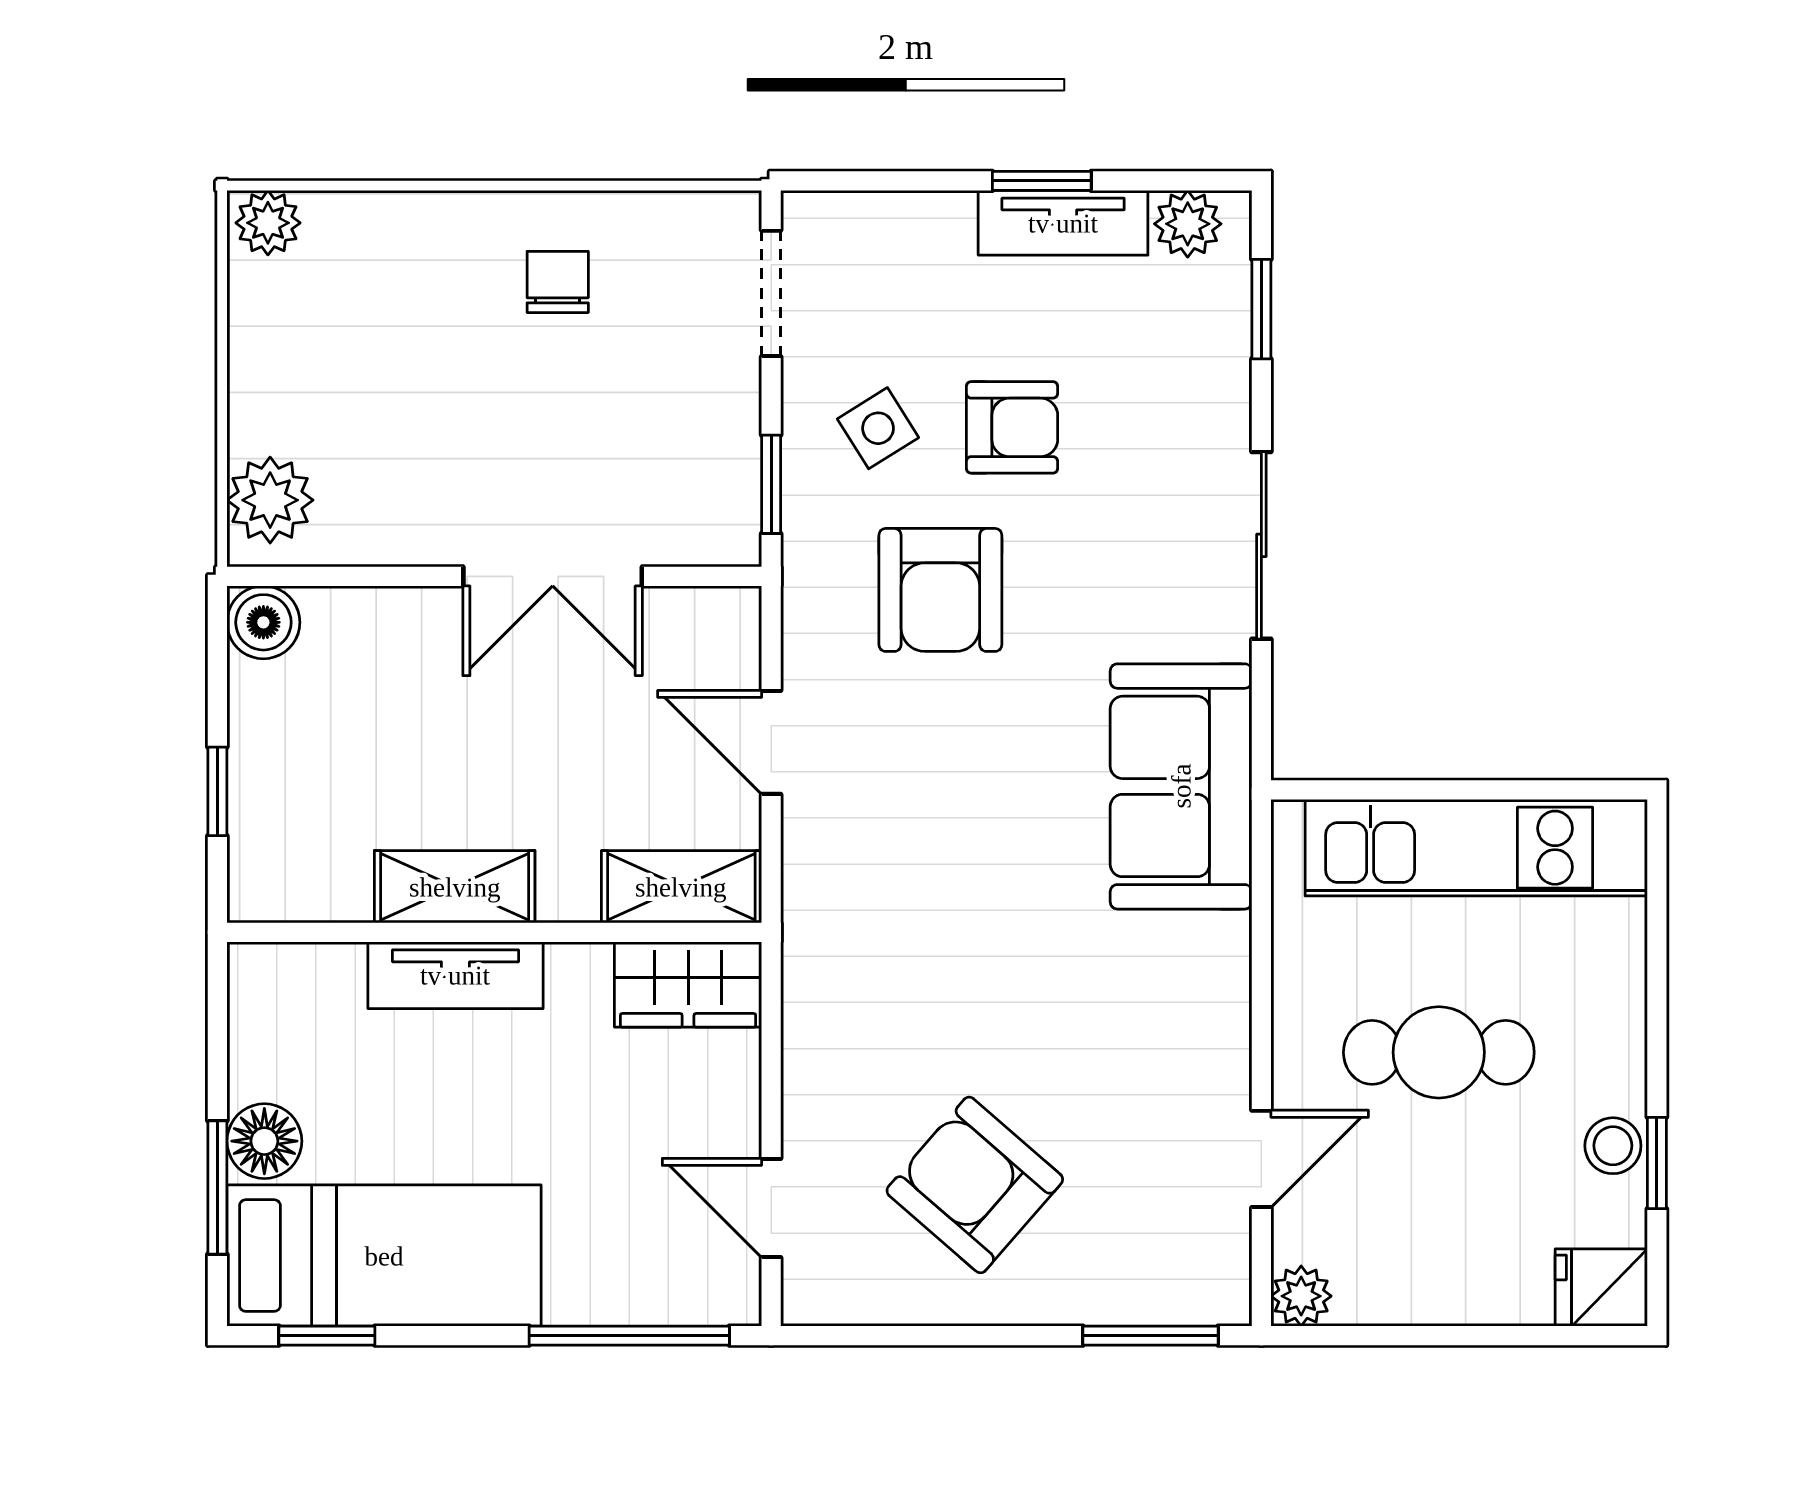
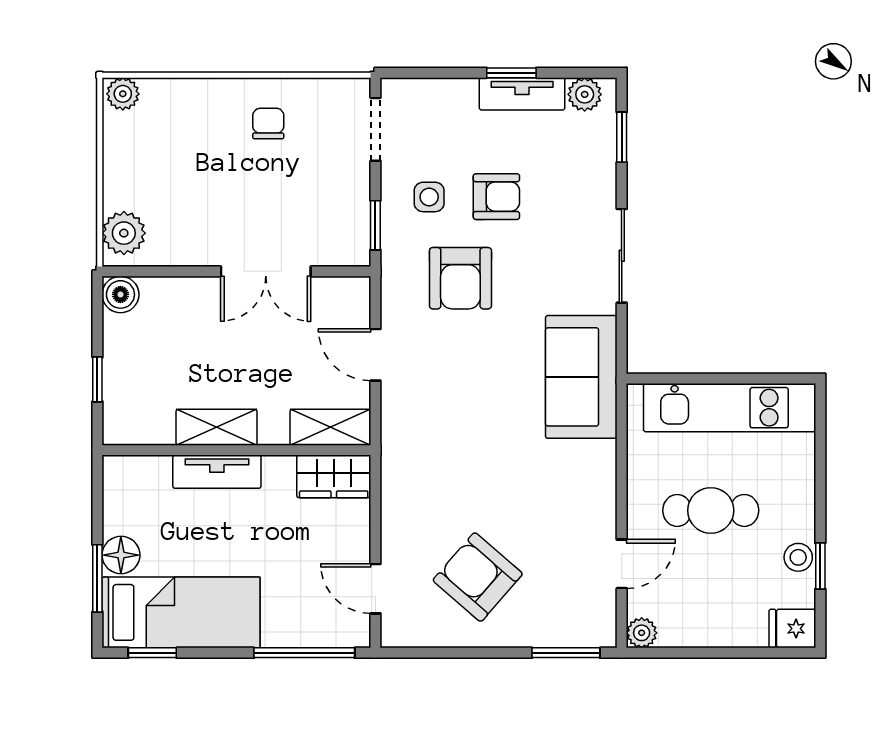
side table: (878, 428) -> (429, 197), turned 32

